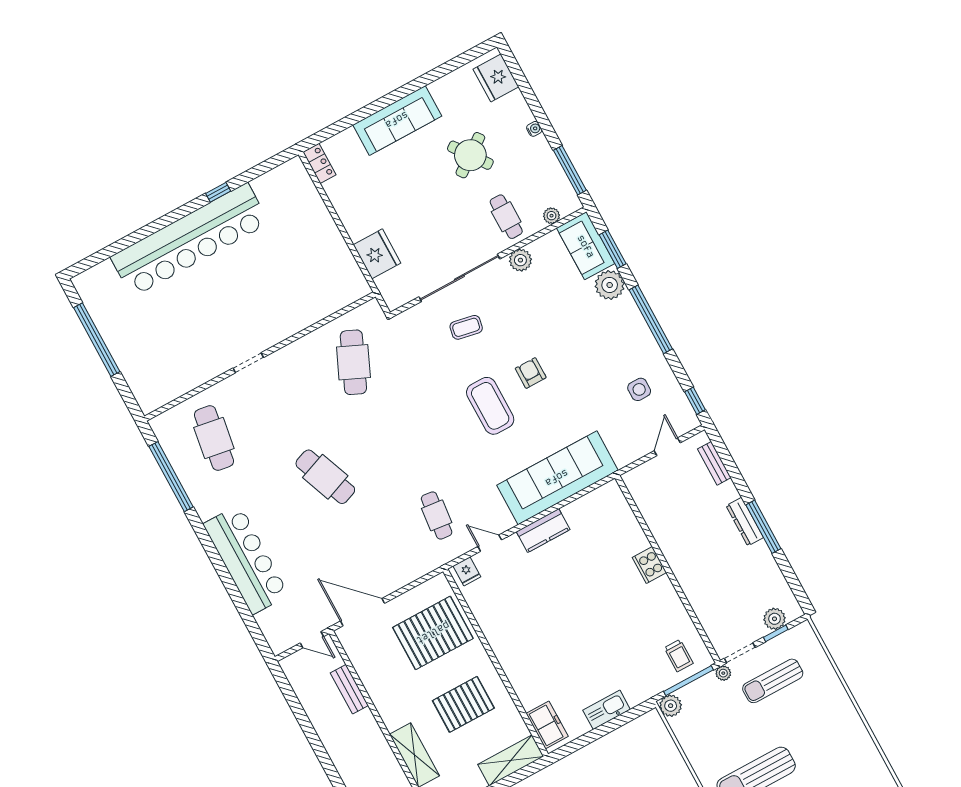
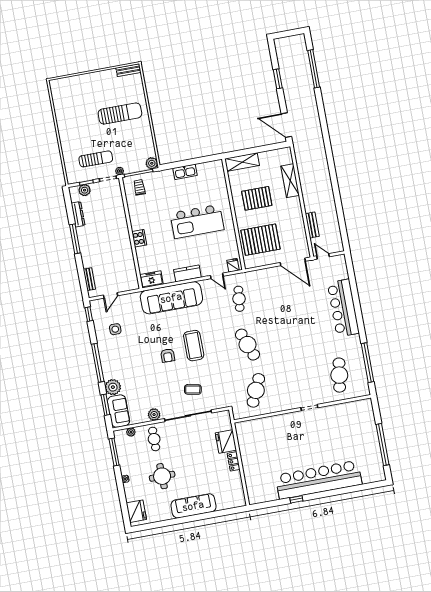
round table: (470, 155) -> (162, 476), turned 35
locker: (319, 163) -> (234, 461), moved
cafe table: (325, 477) -> (247, 345), moved
dresser: (745, 522) -> (78, 214), moved
kitchen island: (556, 628) -> (197, 221), added
freezer: (547, 725) -> (151, 279), moved, turned 90

